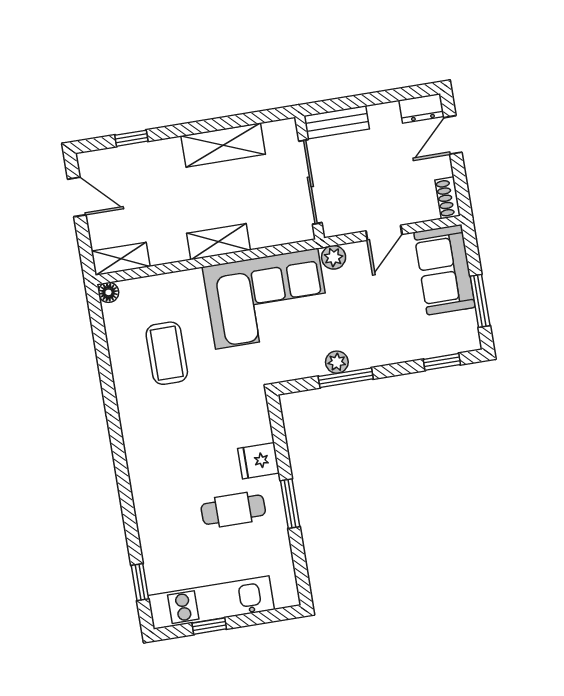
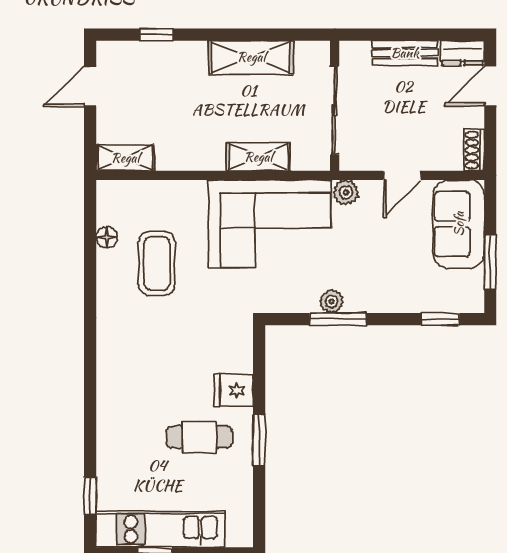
bench: (337, 122) -> (405, 53), moved
door: (77, 197) -> (90, 86), swing flipped
shelving: (219, 242) -> (258, 157), moved
floor lamp: (108, 292) -> (107, 237), moved

